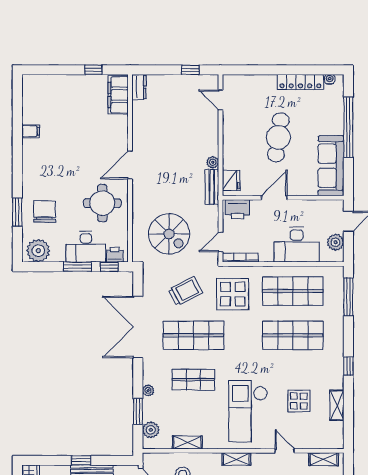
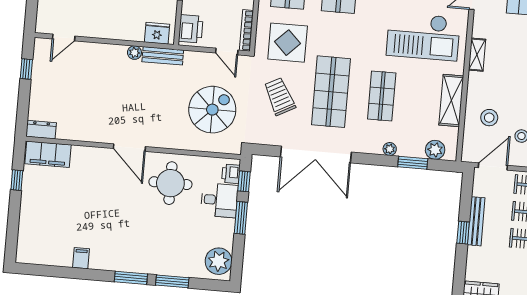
window: (17, 176) -> (131, 278), added
chair: (45, 212) -> (175, 250), removed
desk: (86, 247) -> (219, 200), width x0.73
shelving: (187, 442) -> (451, 100), width x1.50, depth x1.33

